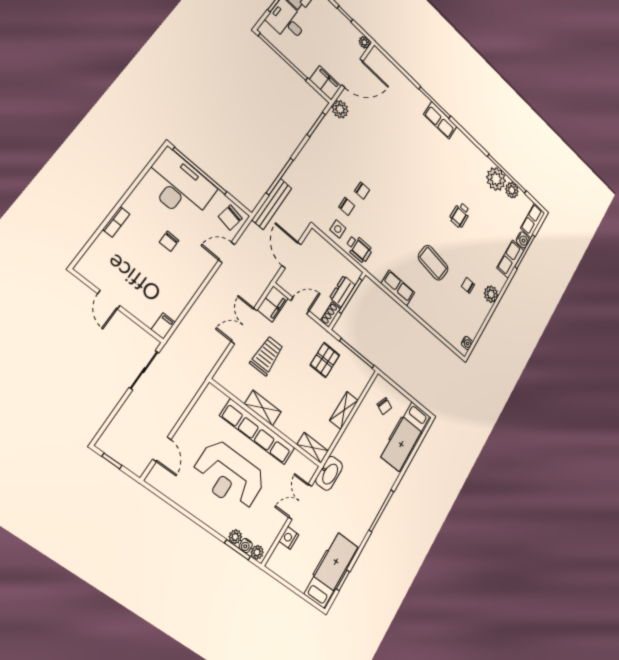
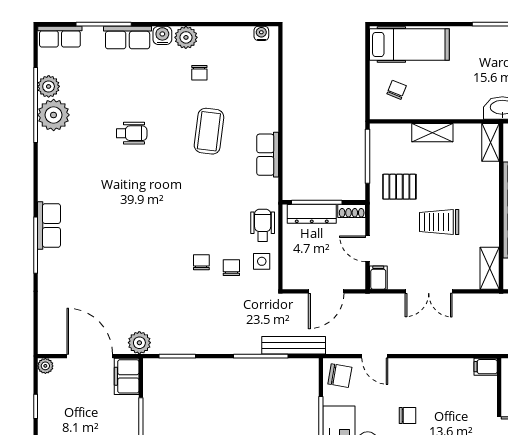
water cooler: (523, 240) -> (162, 35), moved
dresser: (342, 291) -> (312, 214), width x1.44
filing cabinet: (273, 304) -> (378, 278), width x0.50
trolley: (267, 356) -> (439, 222), moved
shelving: (263, 408) -> (490, 268), moved

